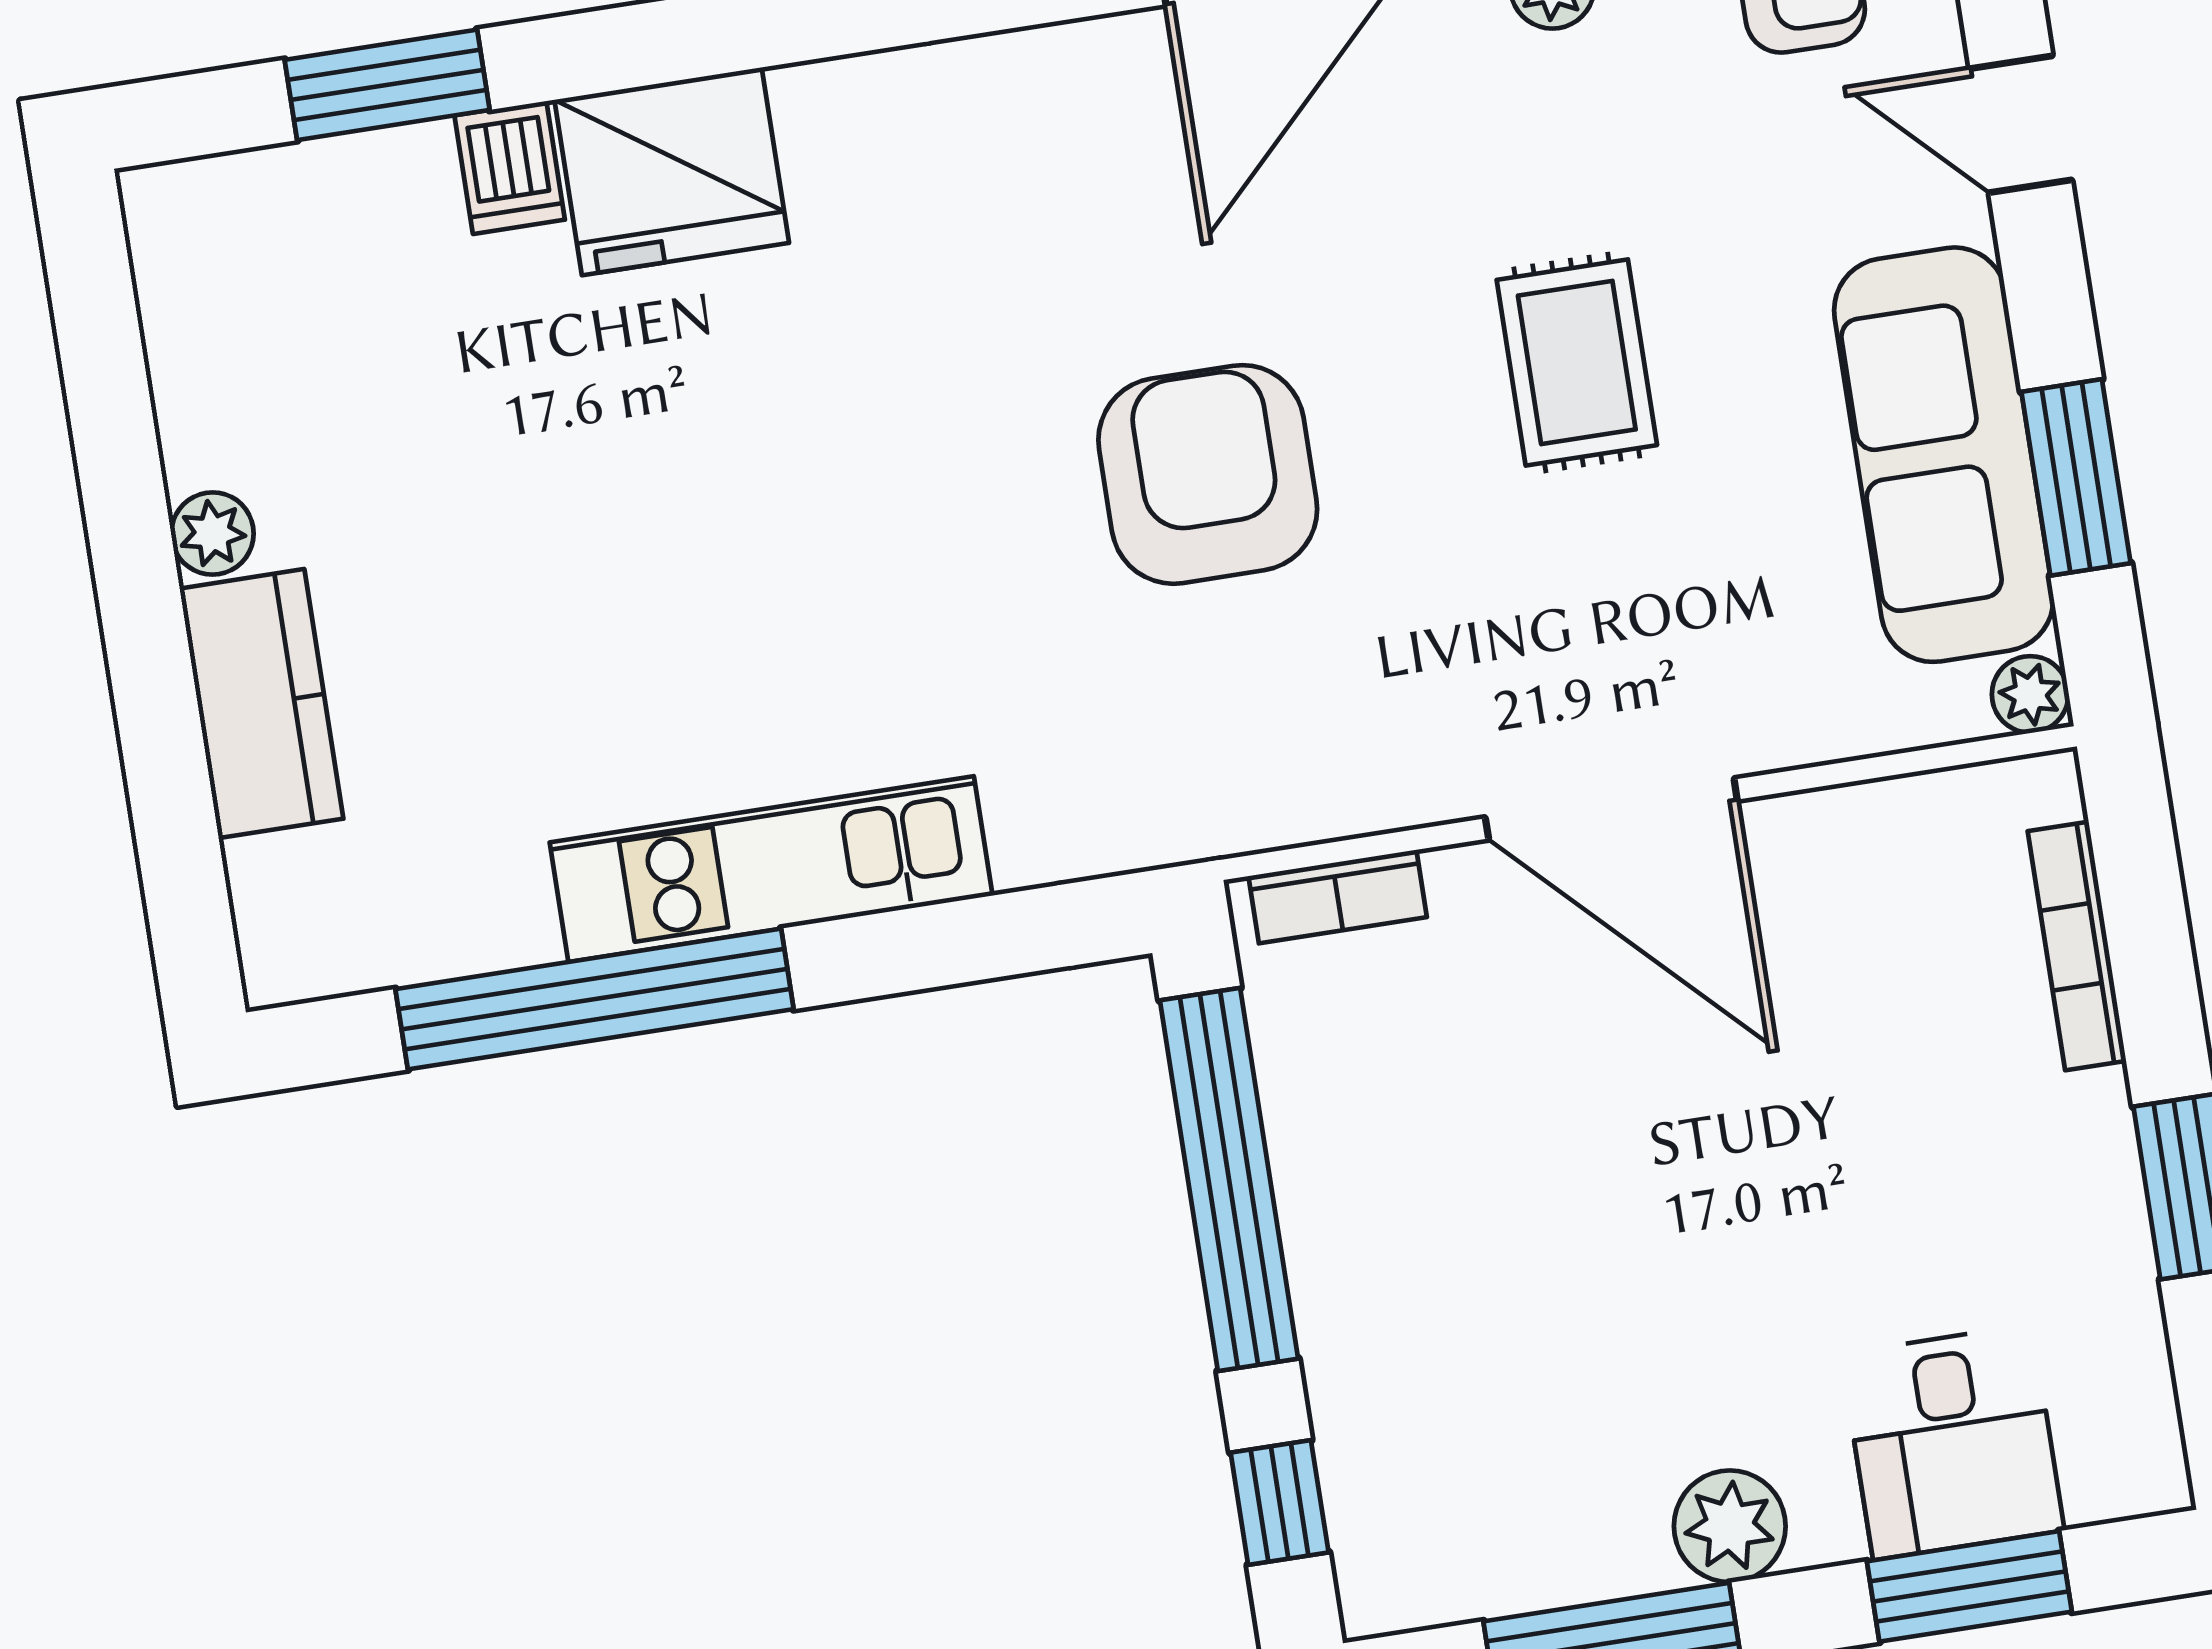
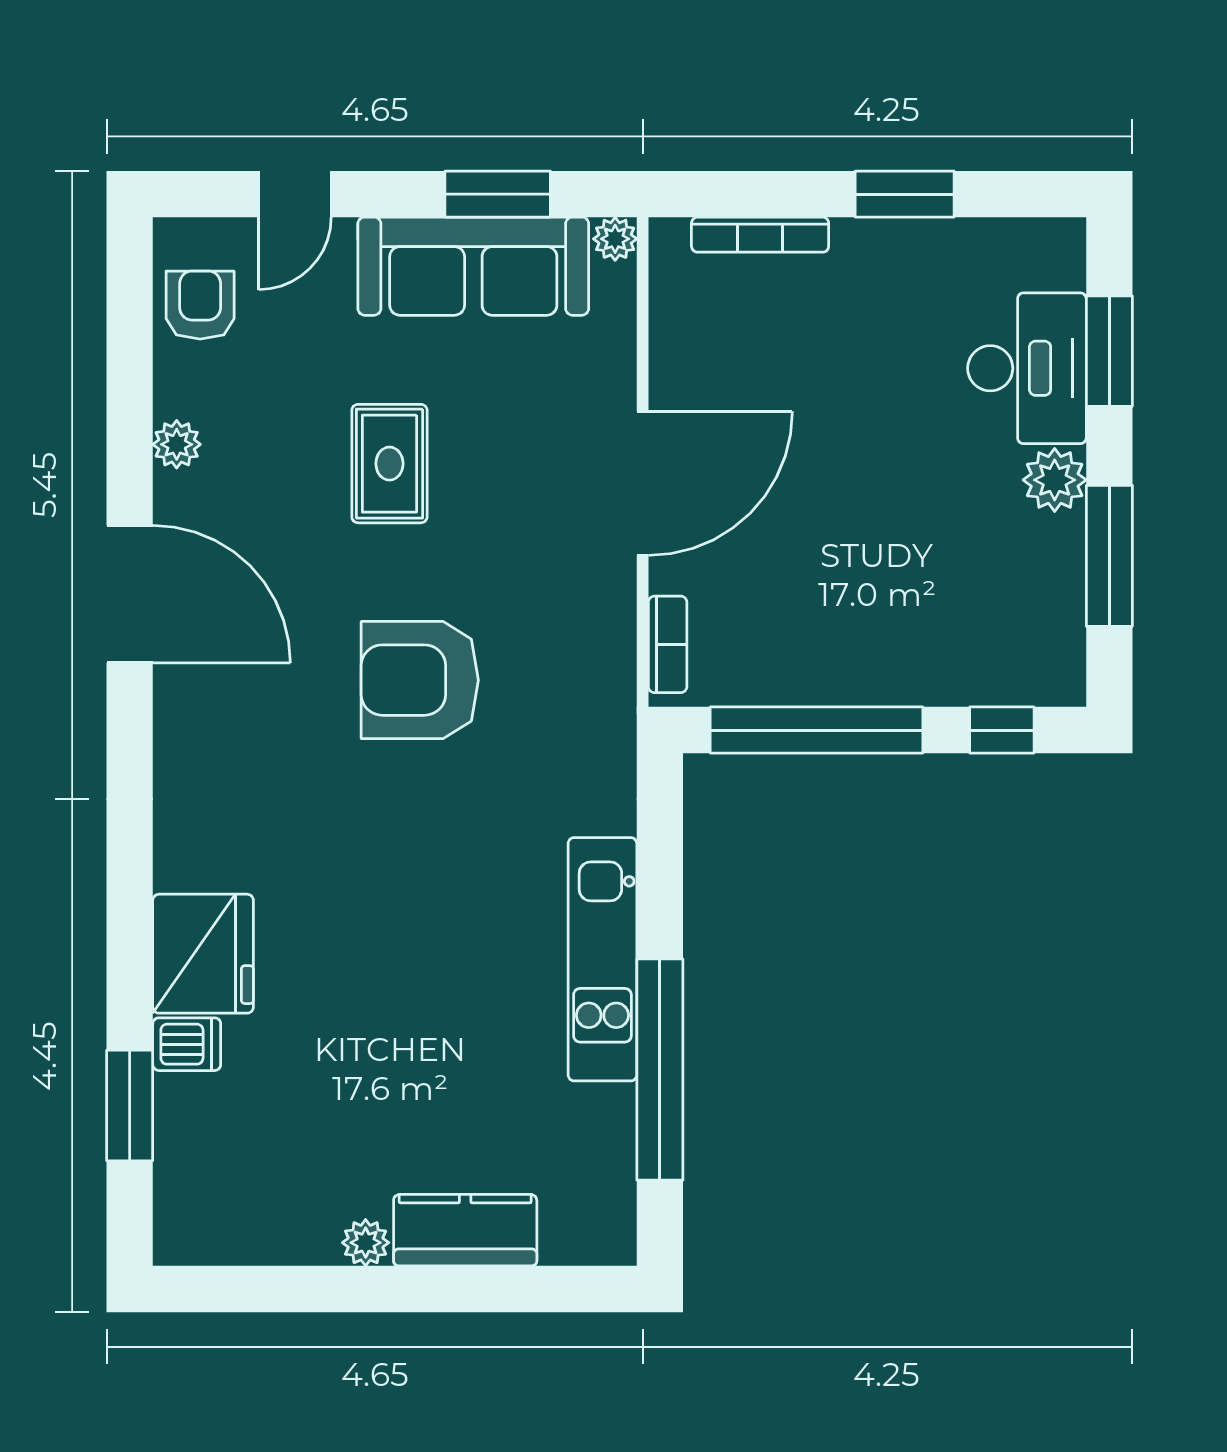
rug: (1577, 363) -> (389, 464), turned 90
desk: (1953, 1442) -> (1027, 368), width x1.37

